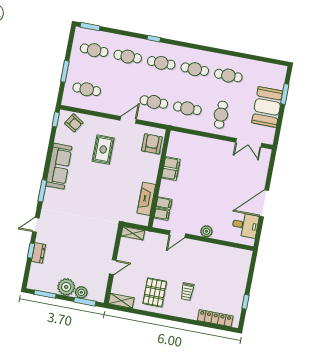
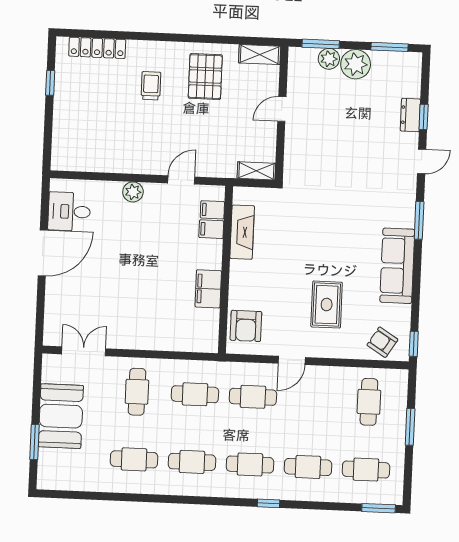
cafe table: (87, 89) -> (369, 402), turned 90

